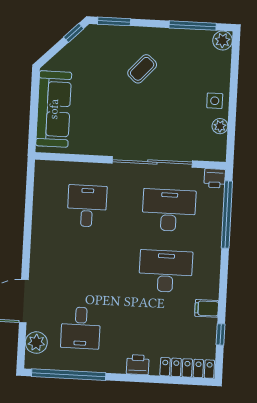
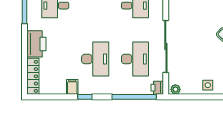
plant: (220, 126) -> (175, 89), moved
window: (221, 334) -> (85, 97), moved
printer: (138, 365) -> (36, 44), width x1.87, depth x1.48

